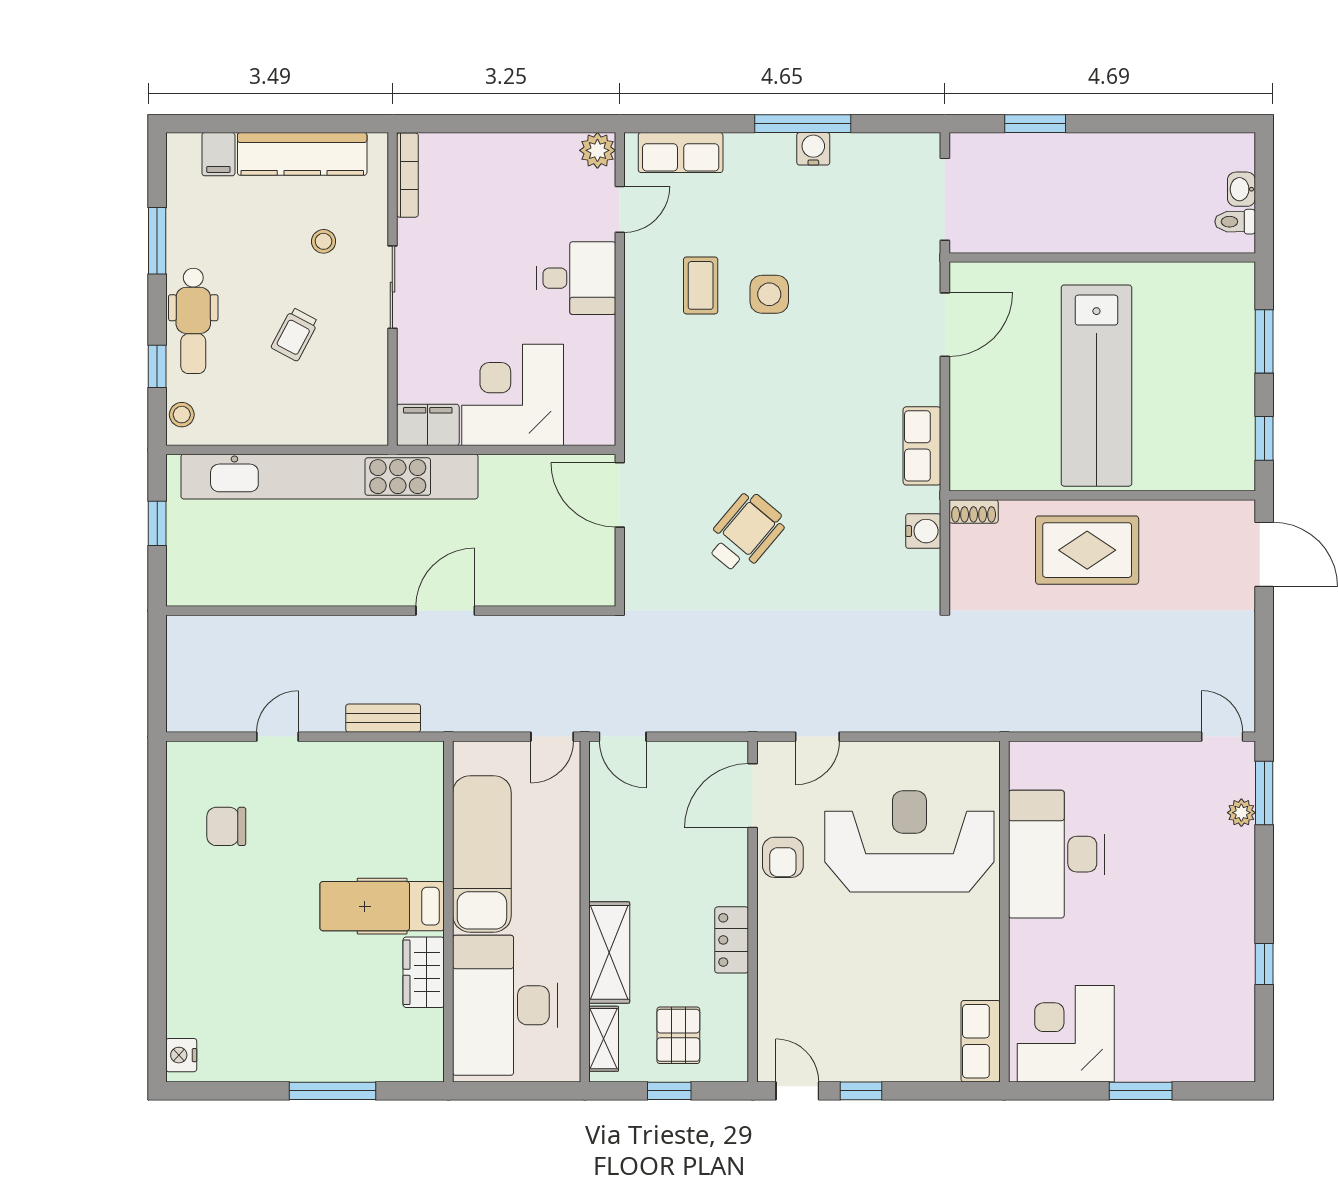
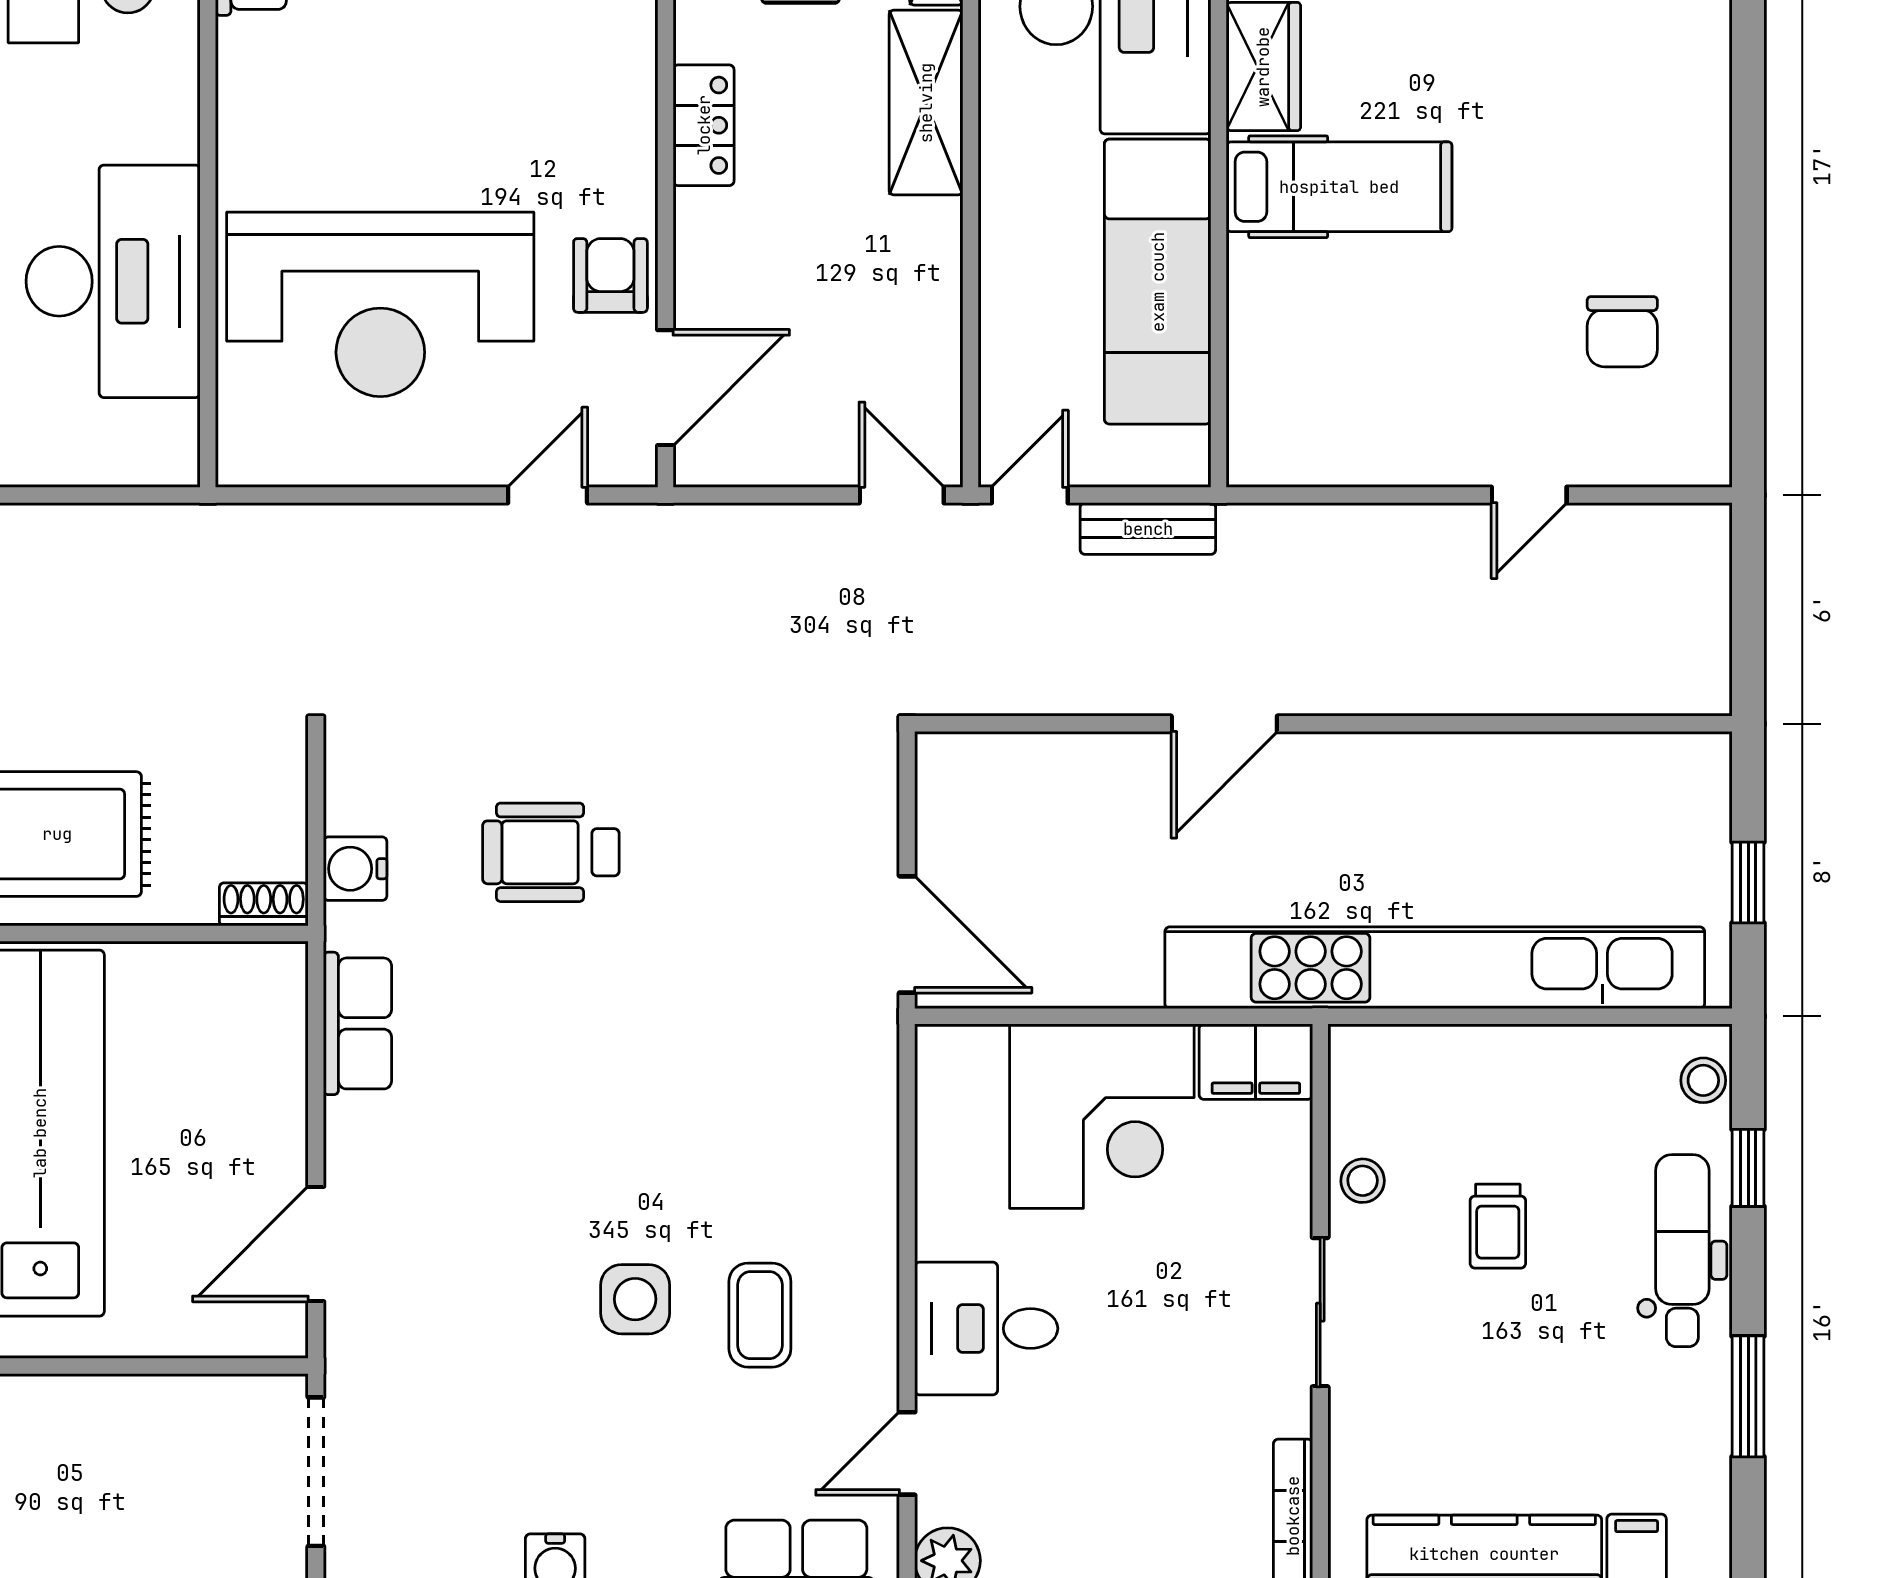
stool: (324, 241) -> (1363, 1181), moved
trolley: (295, 334) -> (1498, 1226), turned 152
wheelchair: (745, 533) -> (551, 852), moved, turned 50
bench: (383, 718) -> (1148, 529), moved
chair: (226, 826) -> (1622, 332), turned 90

